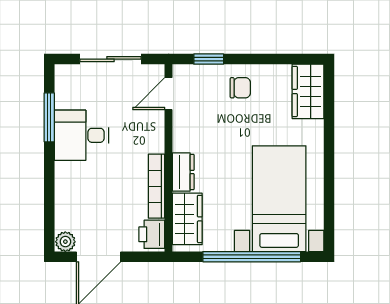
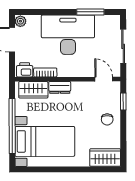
desk: (81, 135) -> (68, 35), width x1.87, depth x1.30
bookcase: (157, 186) -> (45, 72), width x0.64

